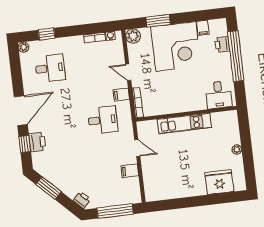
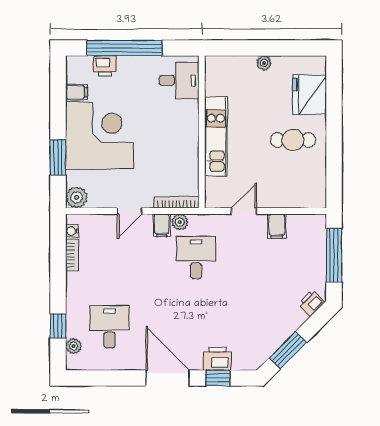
plant: (24, 47) -> (73, 346), moved
plant: (125, 106) -> (180, 222), added
cafe table: (188, 175) -> (293, 140), added

